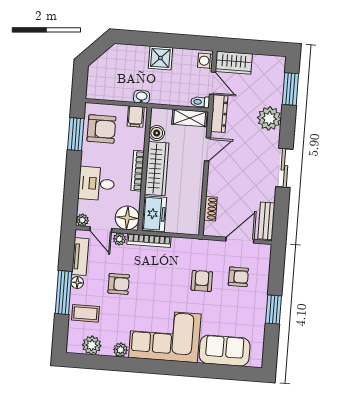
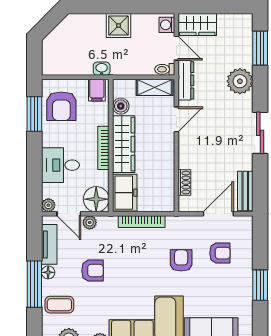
armchair: (101, 129) -> (61, 106), turned 90
bookcase: (149, 240) -> (142, 222), moved

